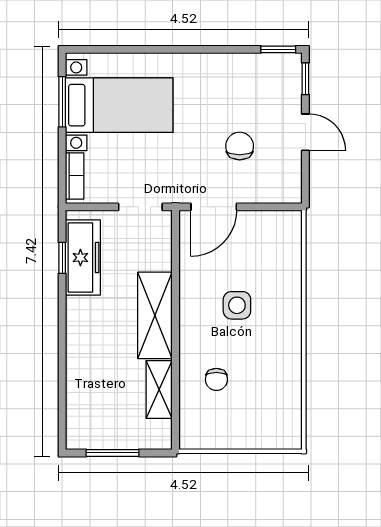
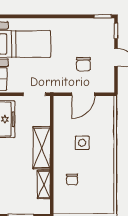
chair: (240, 146) -> (84, 64), turned 180
door: (214, 207) -> (83, 94), moved

